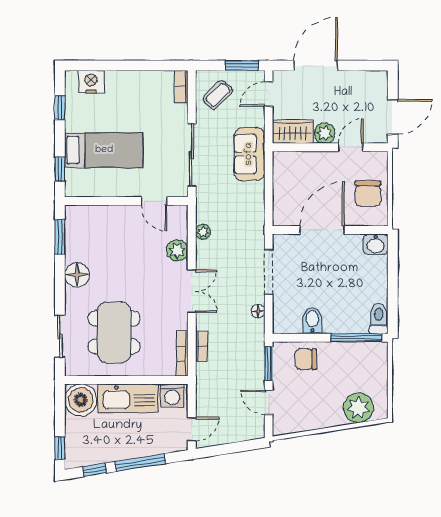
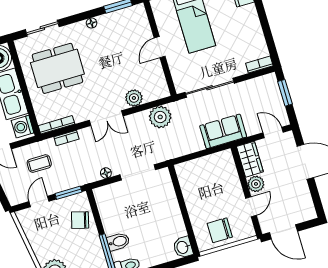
window: (242, 65) -> (285, 93), moved
coffee table: (218, 95) -> (39, 164), moved, turned -46
door: (351, 147) -> (251, 207), hinge flipped
door: (154, 201) -> (160, 47), moved
door: (322, 230) -> (182, 203), removed
plant: (203, 232) -> (160, 117), width x1.88, depth x1.88
floor lamp: (77, 275) -> (92, 23), width x0.53, depth x0.53
bidet: (312, 320) -> (118, 242), moved
chair: (306, 359) -> (80, 220), turned -75

